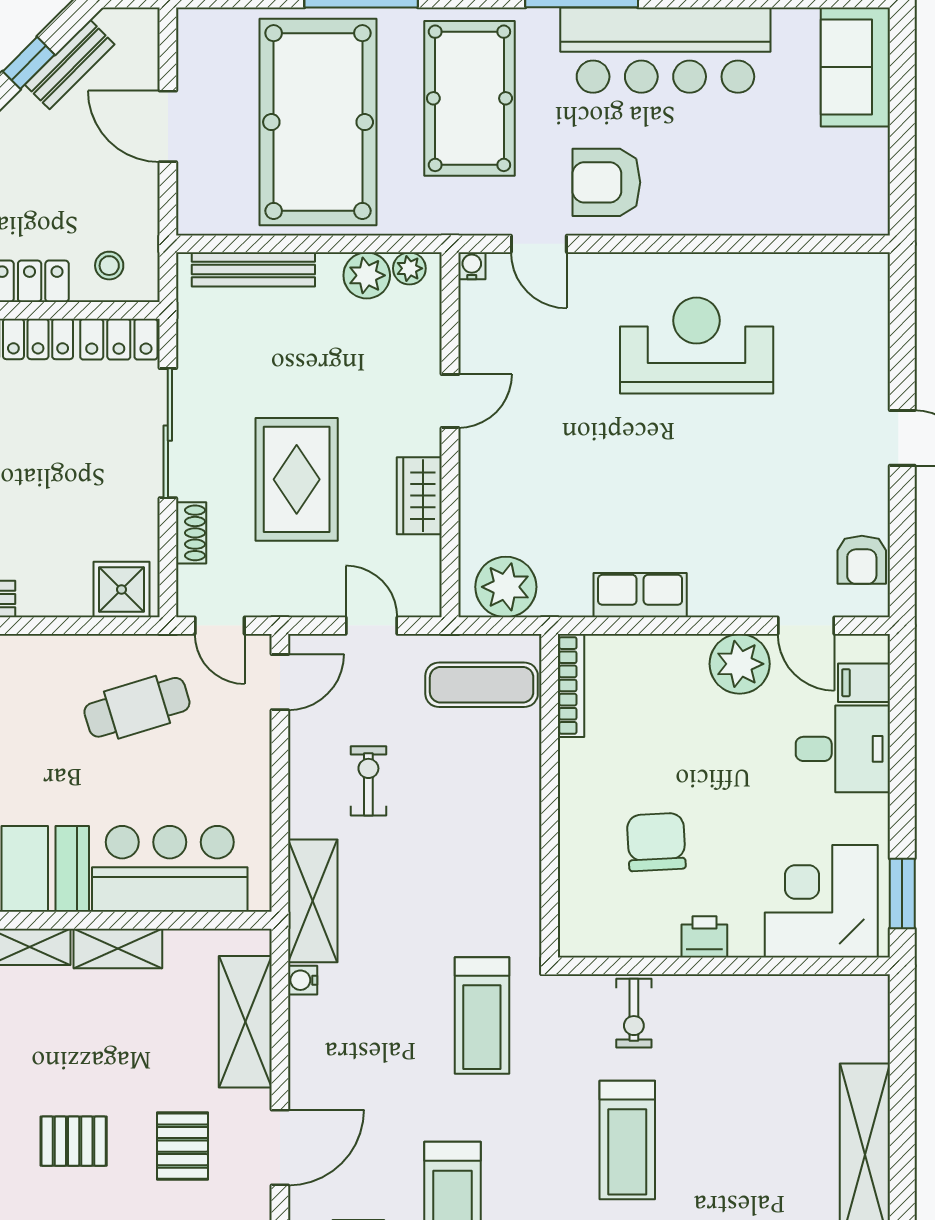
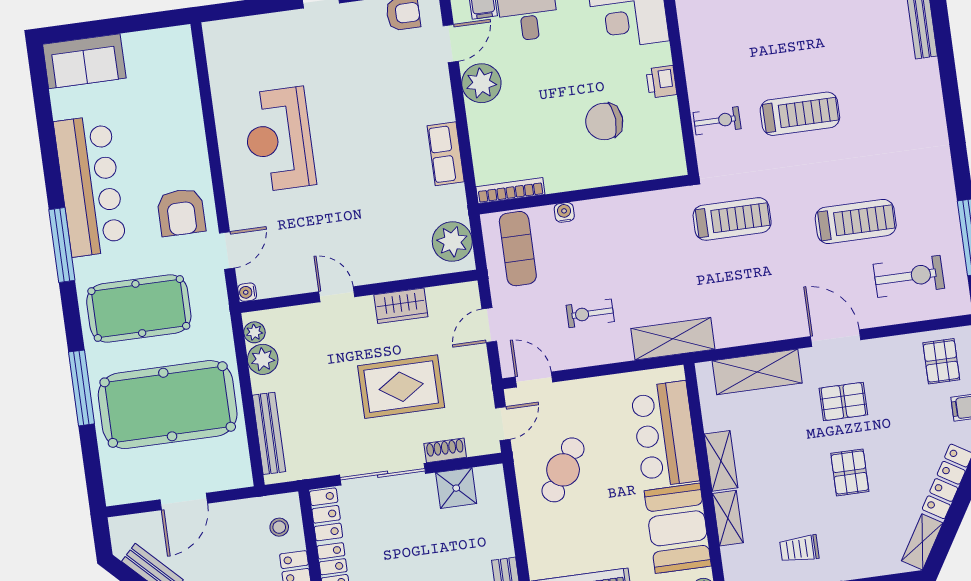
shower: (121, 589) -> (456, 488), moved
cafe table: (137, 707) -> (563, 470), turned 49
water cooler: (303, 980) -> (564, 212), moved, turned 180

